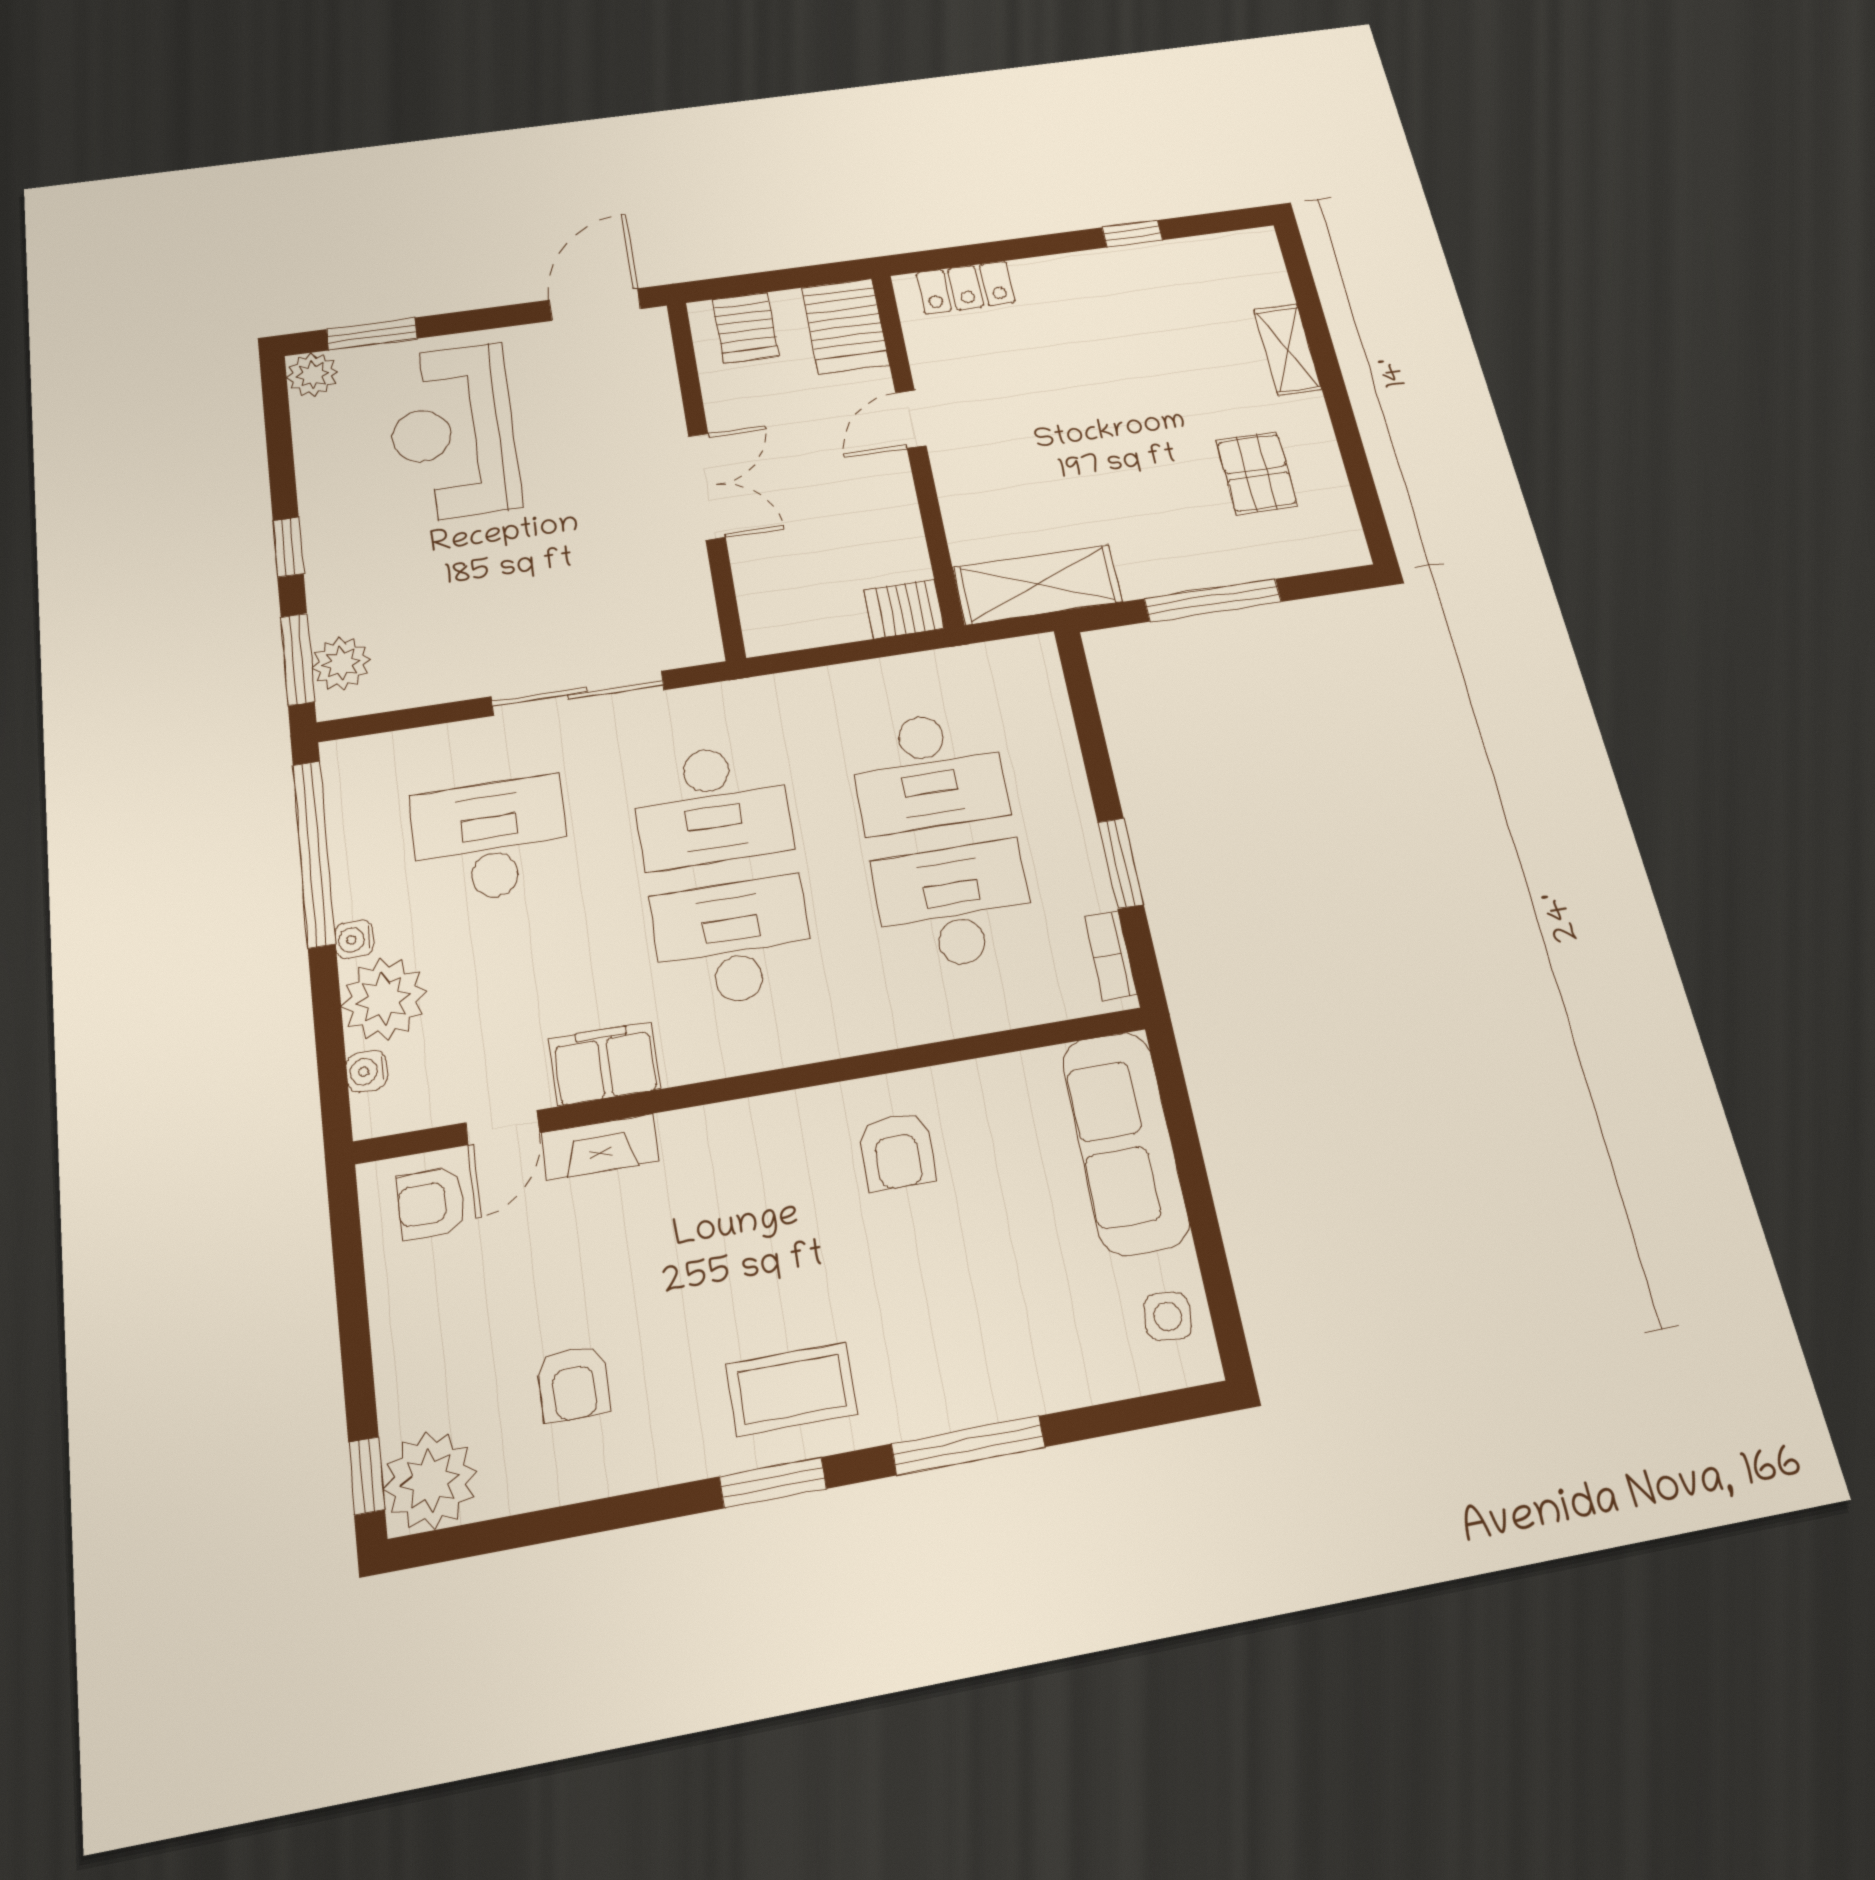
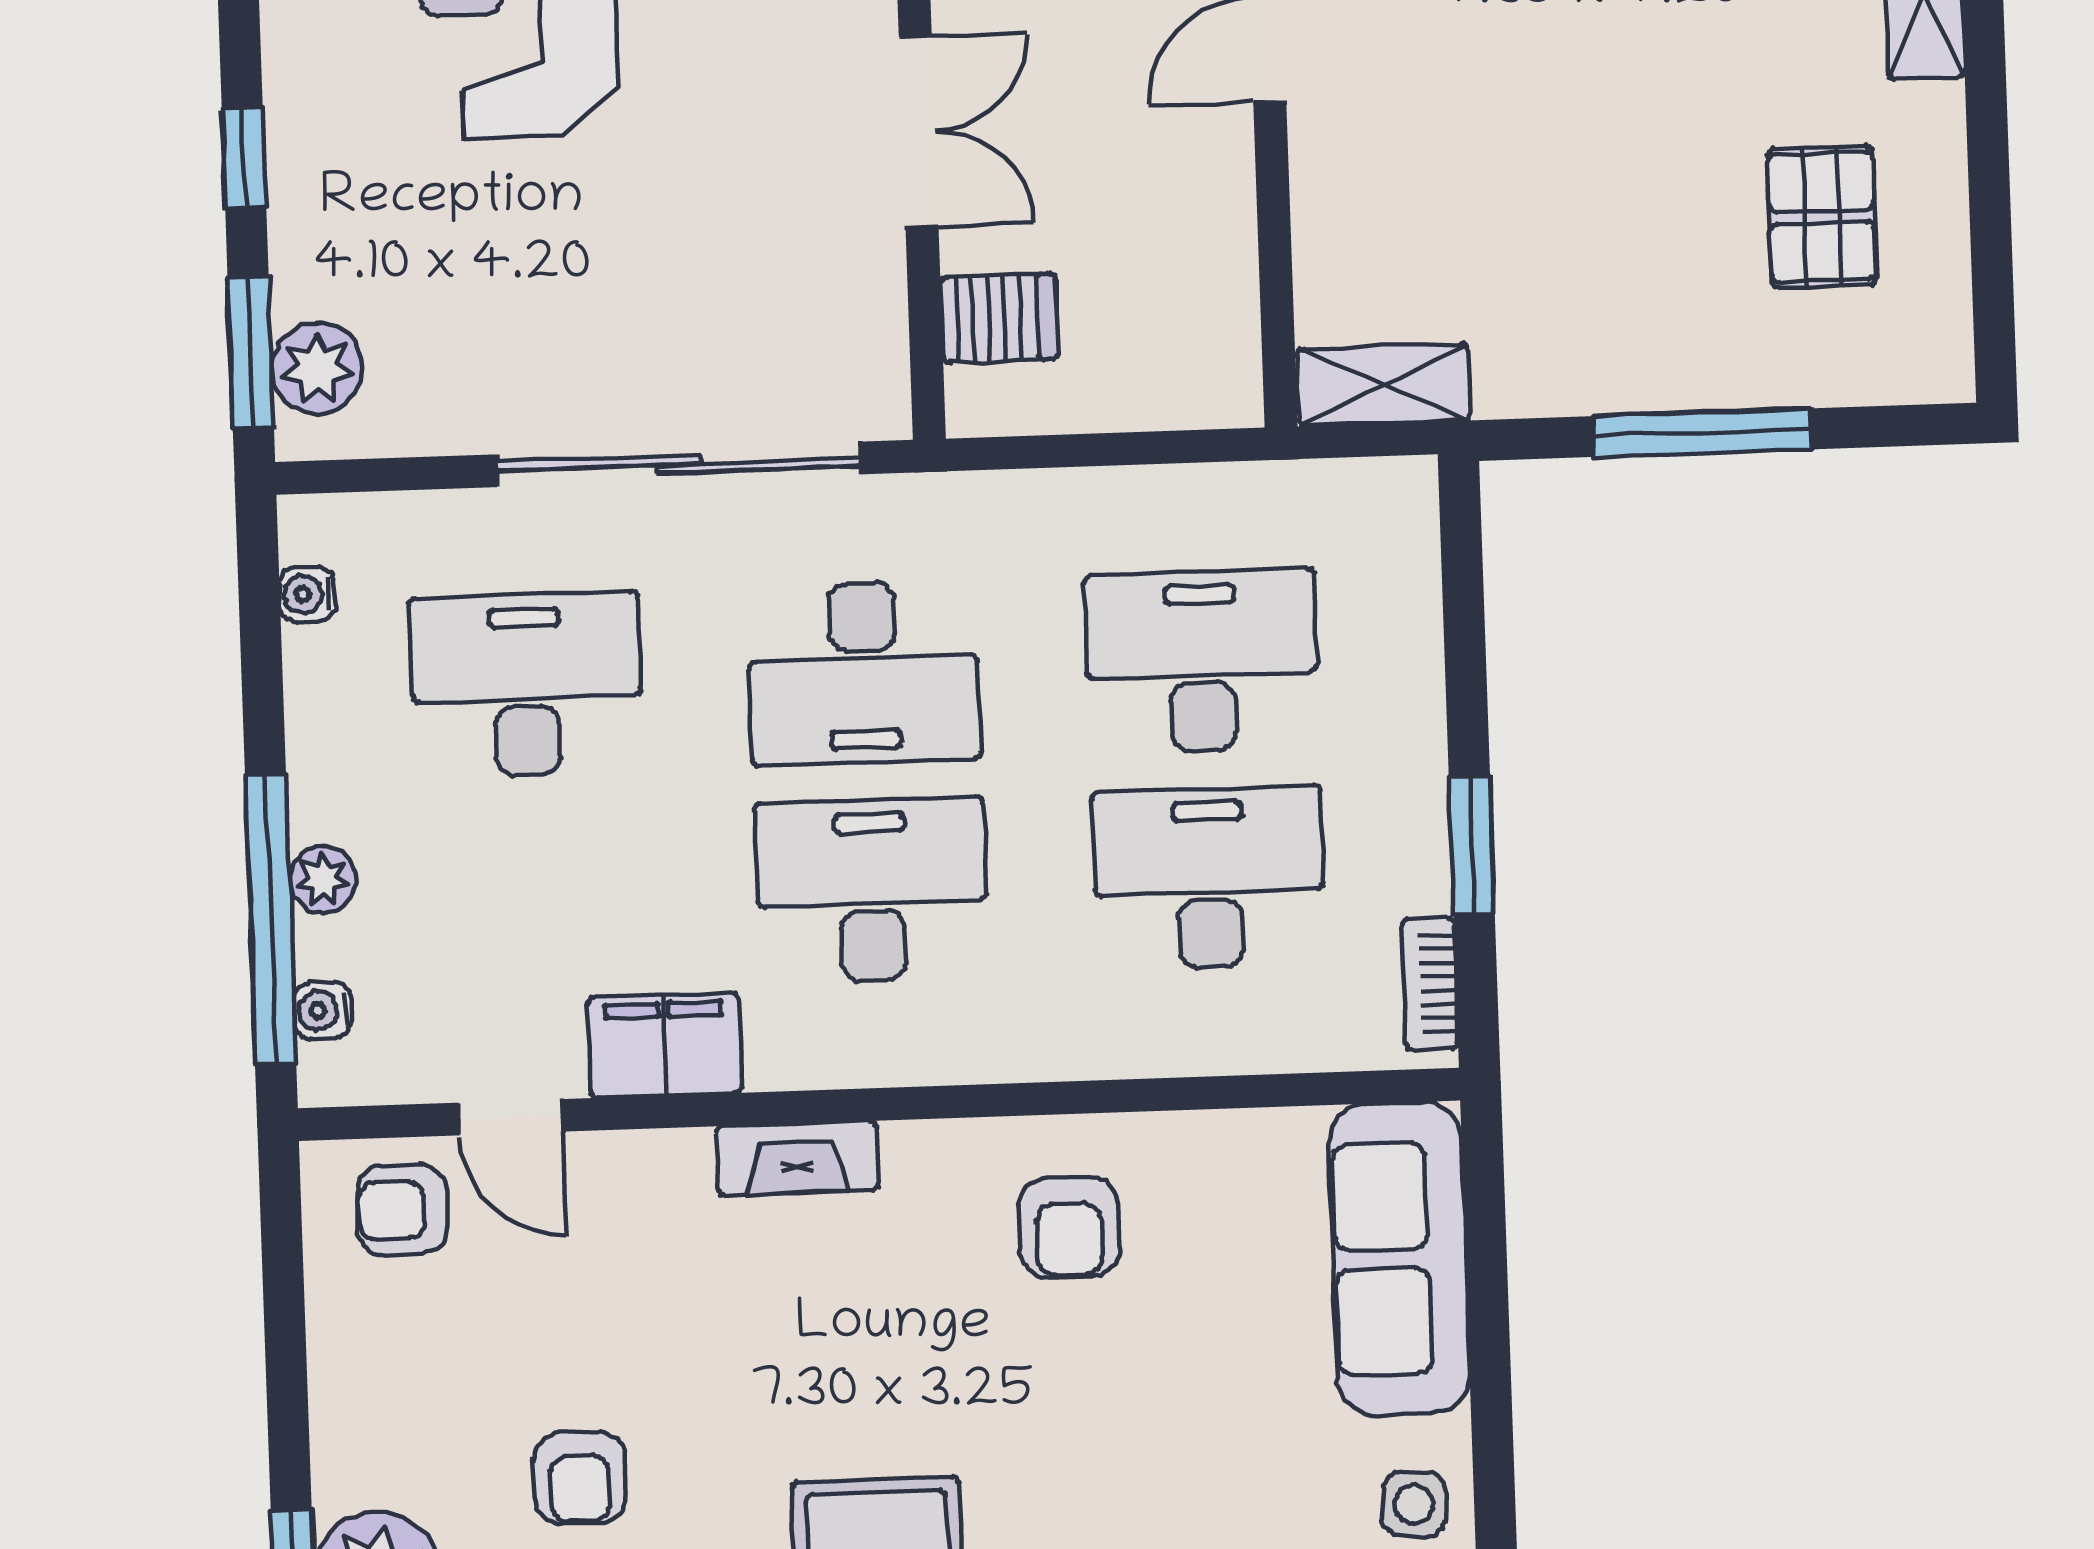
shelving: (1038, 584) -> (1384, 385), width x0.67, depth x0.75
server rack: (904, 609) -> (999, 318), moved, turned 180
sliding door: (578, 693) -> (678, 464), width x1.36
desk: (928, 771) -> (1202, 661), turned 180
window: (314, 853) -> (271, 920), moved
water cooler: (354, 939) -> (307, 594), moved
plant: (384, 999) -> (323, 879), width x0.53, depth x0.53
door: (503, 1128) -> (510, 1117), hinge flipped
fireplace: (600, 1147) -> (797, 1158), moved

